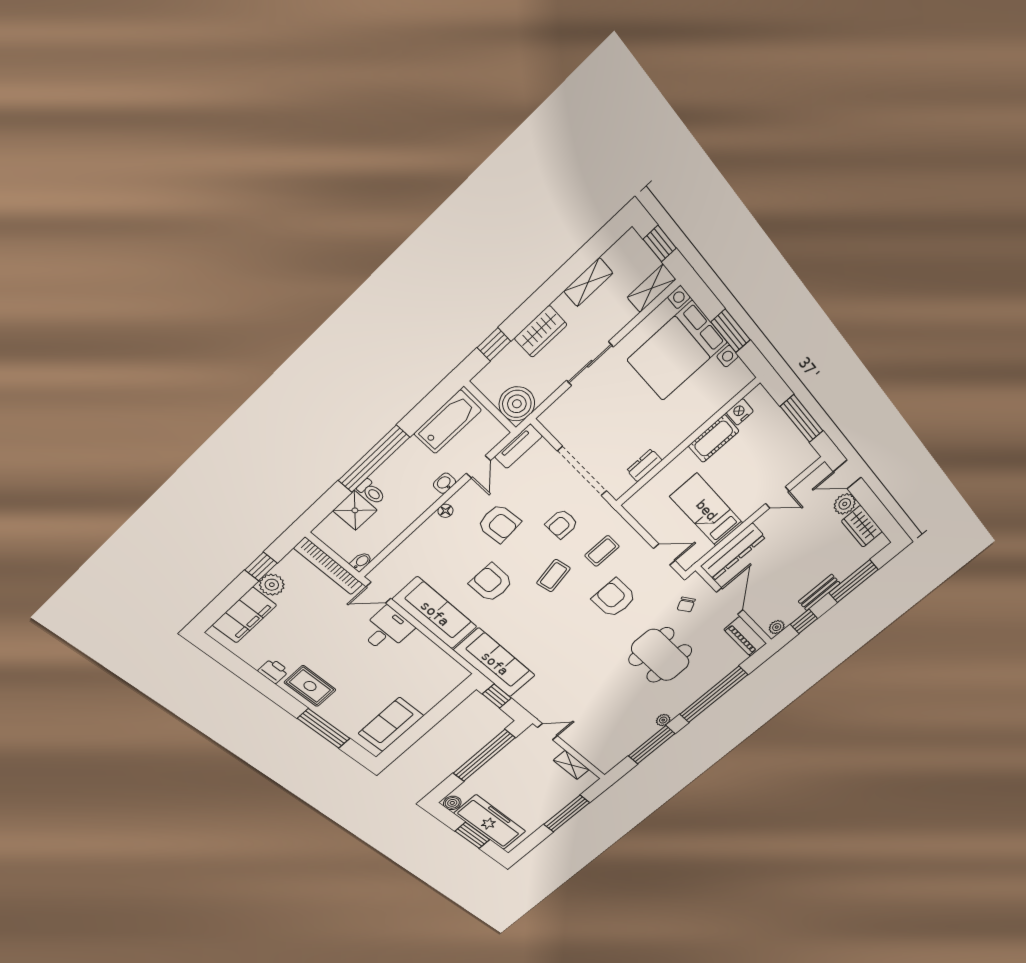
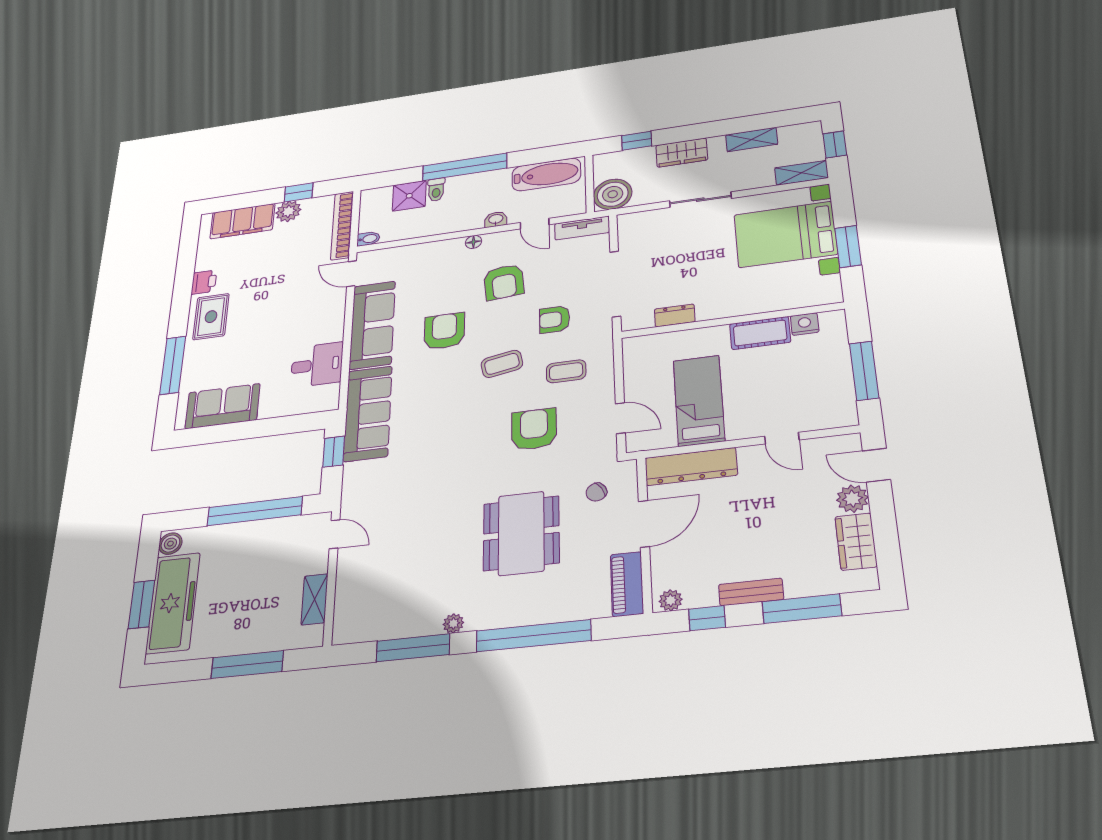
door: (478, 467) -> (535, 224), hinge flipped
desk: (387, 630) -> (317, 365), moved

